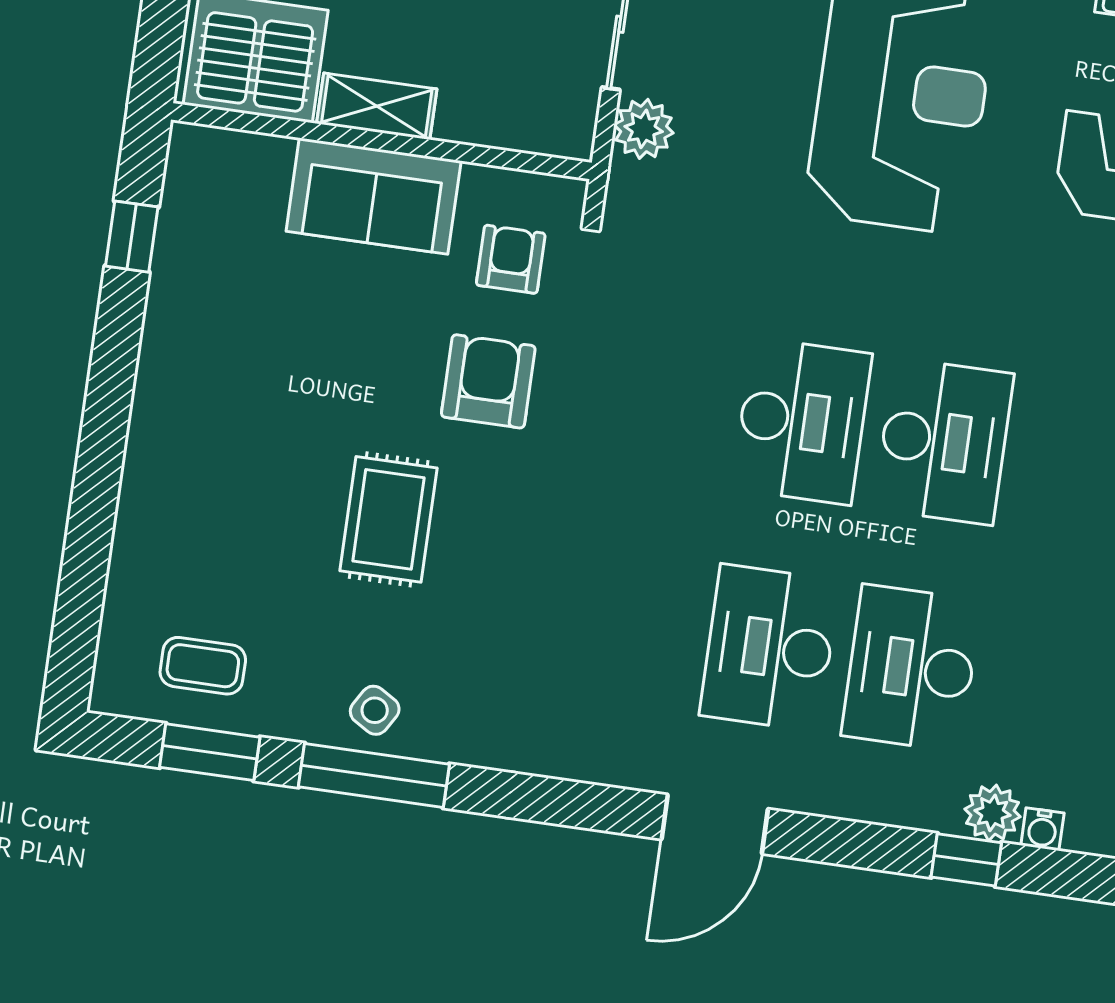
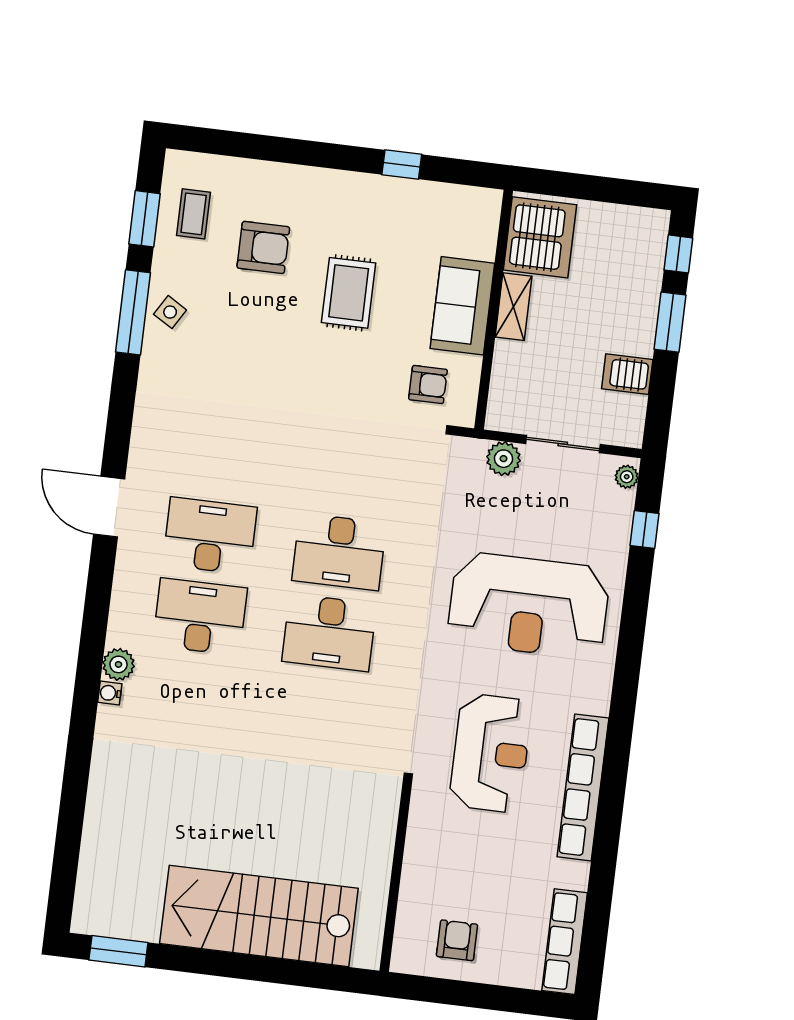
window: (132, 237) -> (402, 165), moved
armchair: (488, 381) -> (263, 247), moved
rug: (388, 519) -> (349, 293), moved, turned 90
window: (966, 860) -> (92, 650), removed

